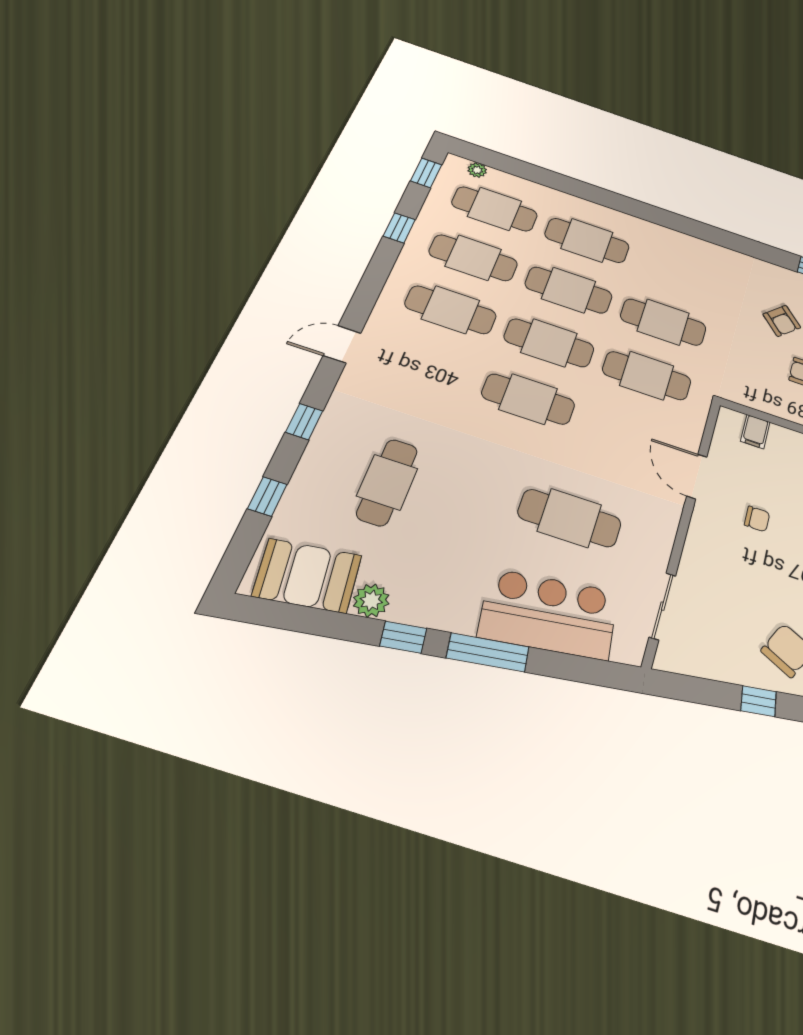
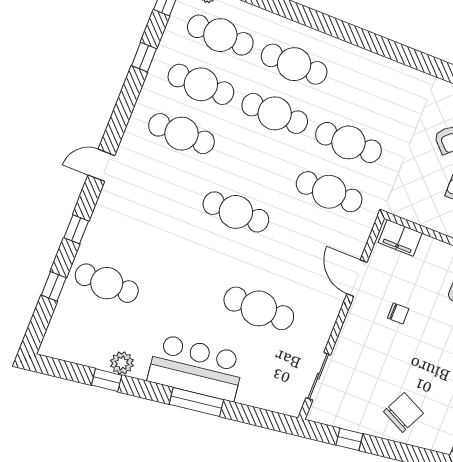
cafe table: (549, 343) -> (255, 163), removed
filing cabinet: (755, 432) -> (400, 238), width x2.00
cafe table: (387, 482) -> (107, 283), moved, turned 90
booth: (307, 576) -> (81, 344), removed
bar counter: (549, 614) -> (196, 368), moved
window: (403, 637) -> (107, 380), moved
window: (759, 701) -> (349, 439), moved

